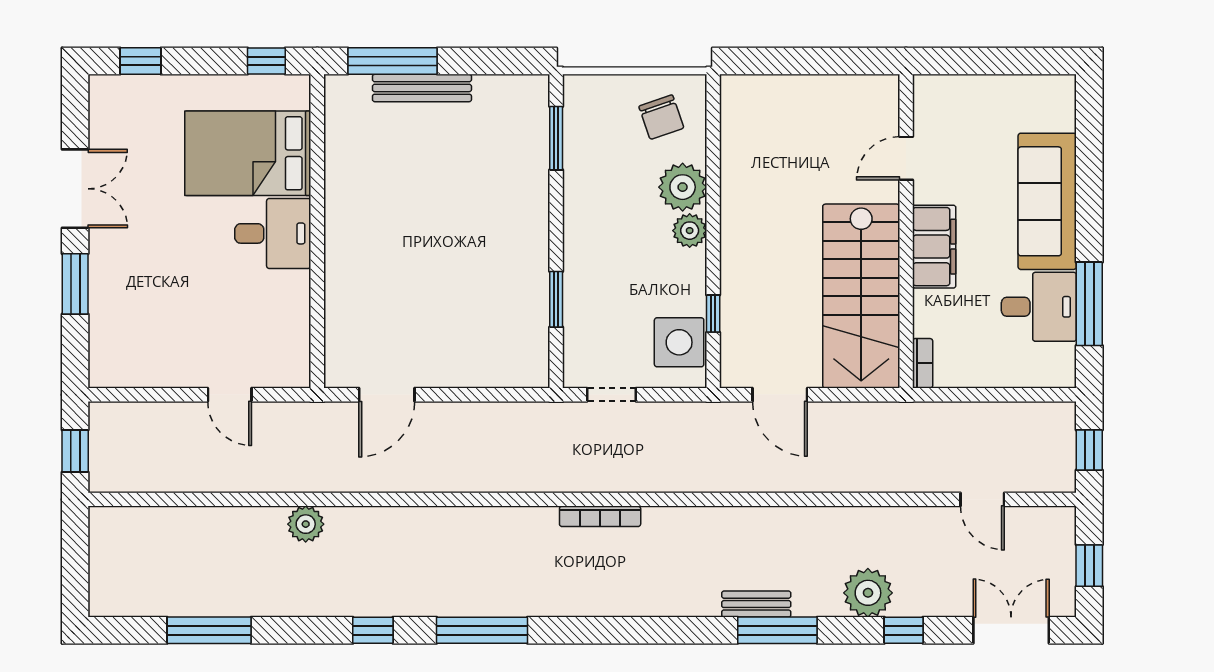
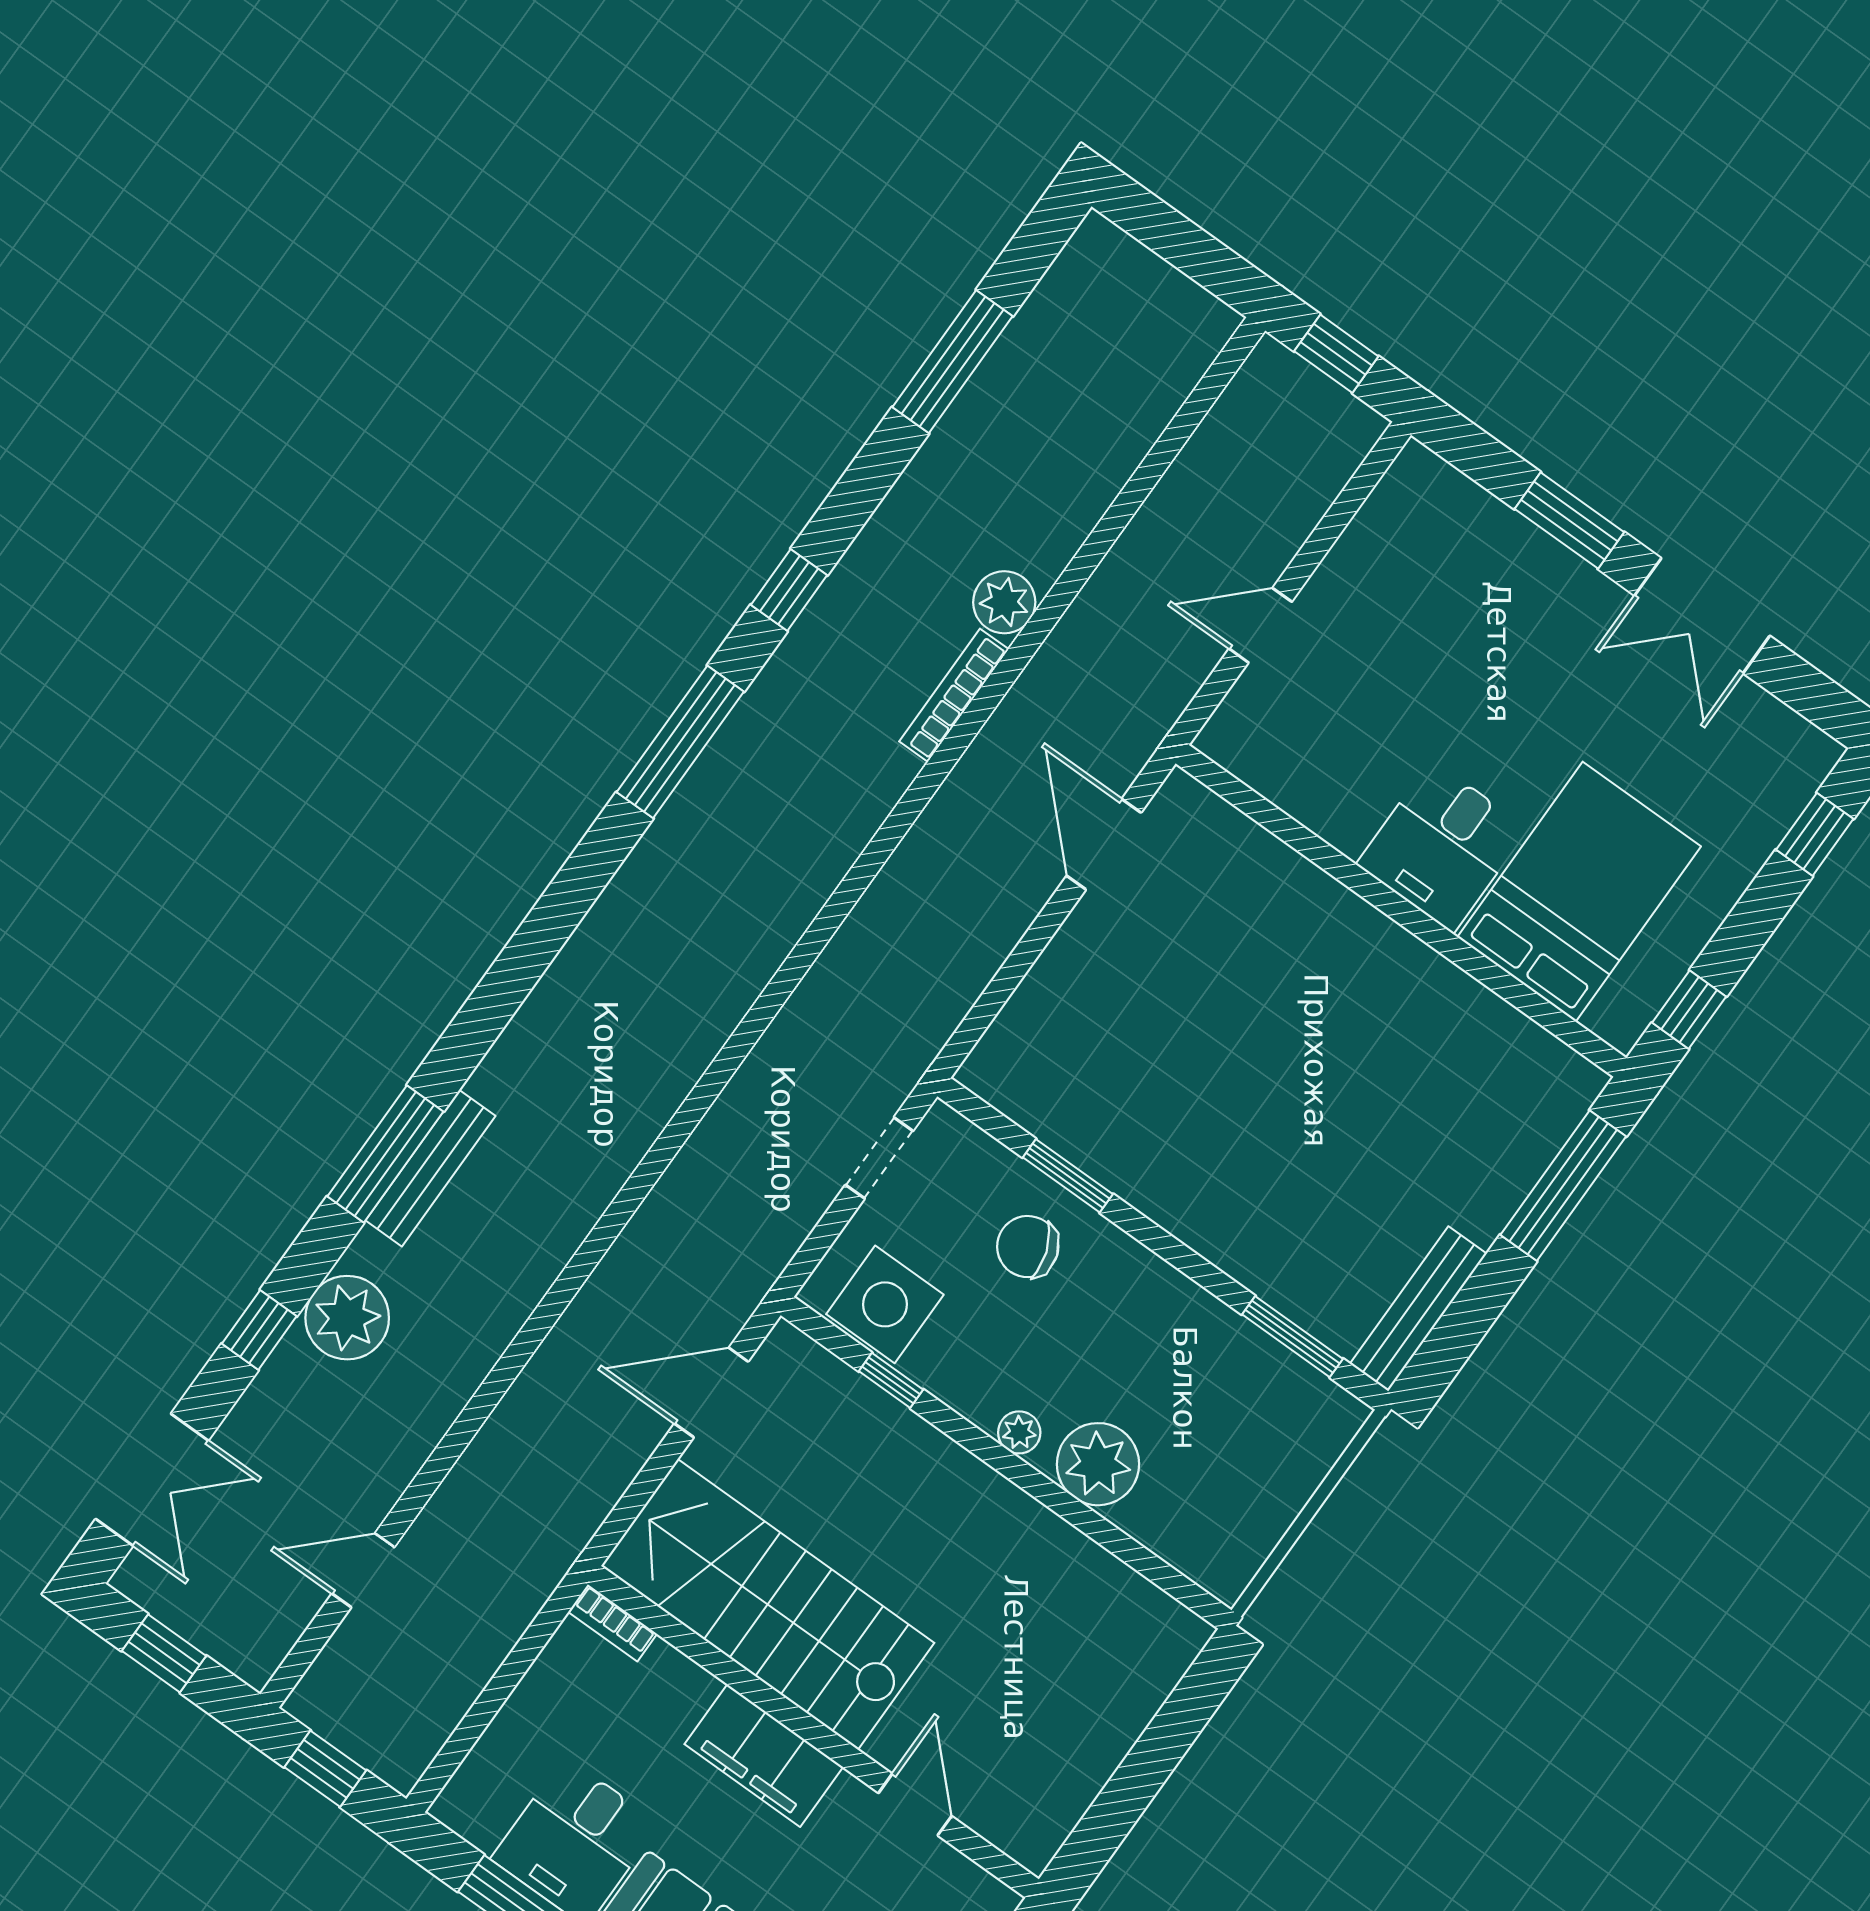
bench: (422, 88) -> (1418, 1309), moved
chair: (661, 117) -> (1028, 1247), moved
plant: (690, 231) -> (1019, 1432), width x0.73, depth x0.73
bookcase: (600, 516) -> (954, 695), moved
bench: (756, 604) -> (430, 1168), width x1.36

